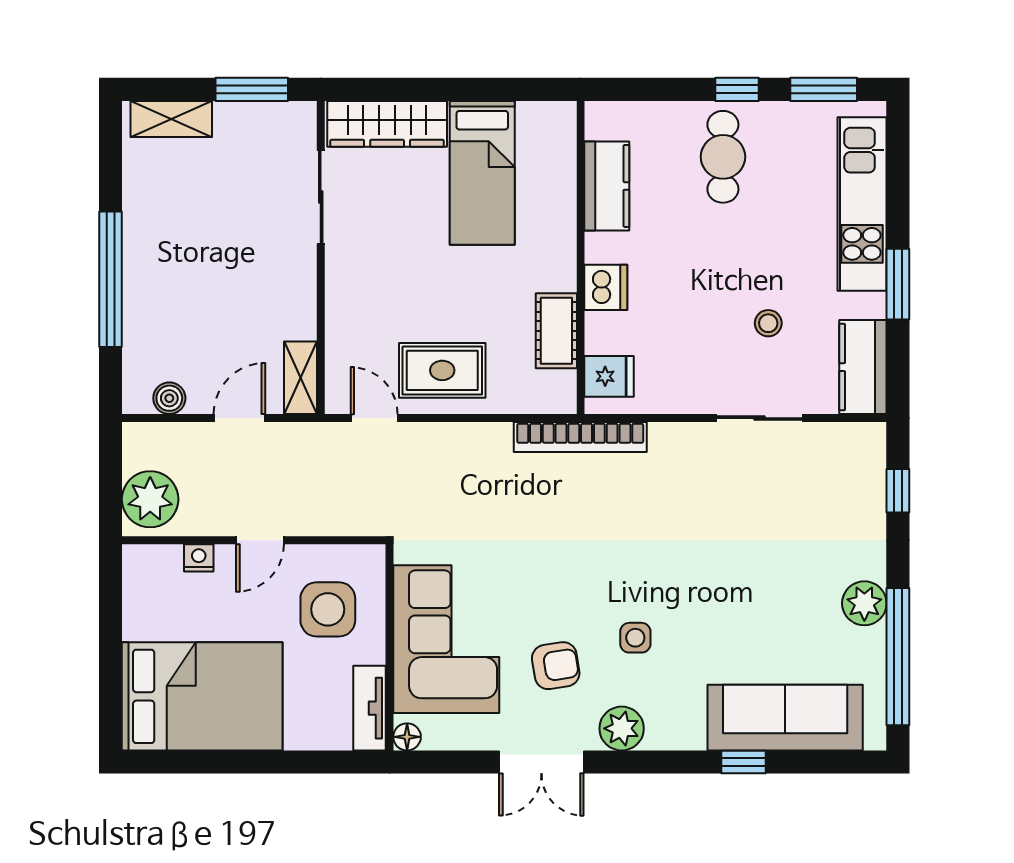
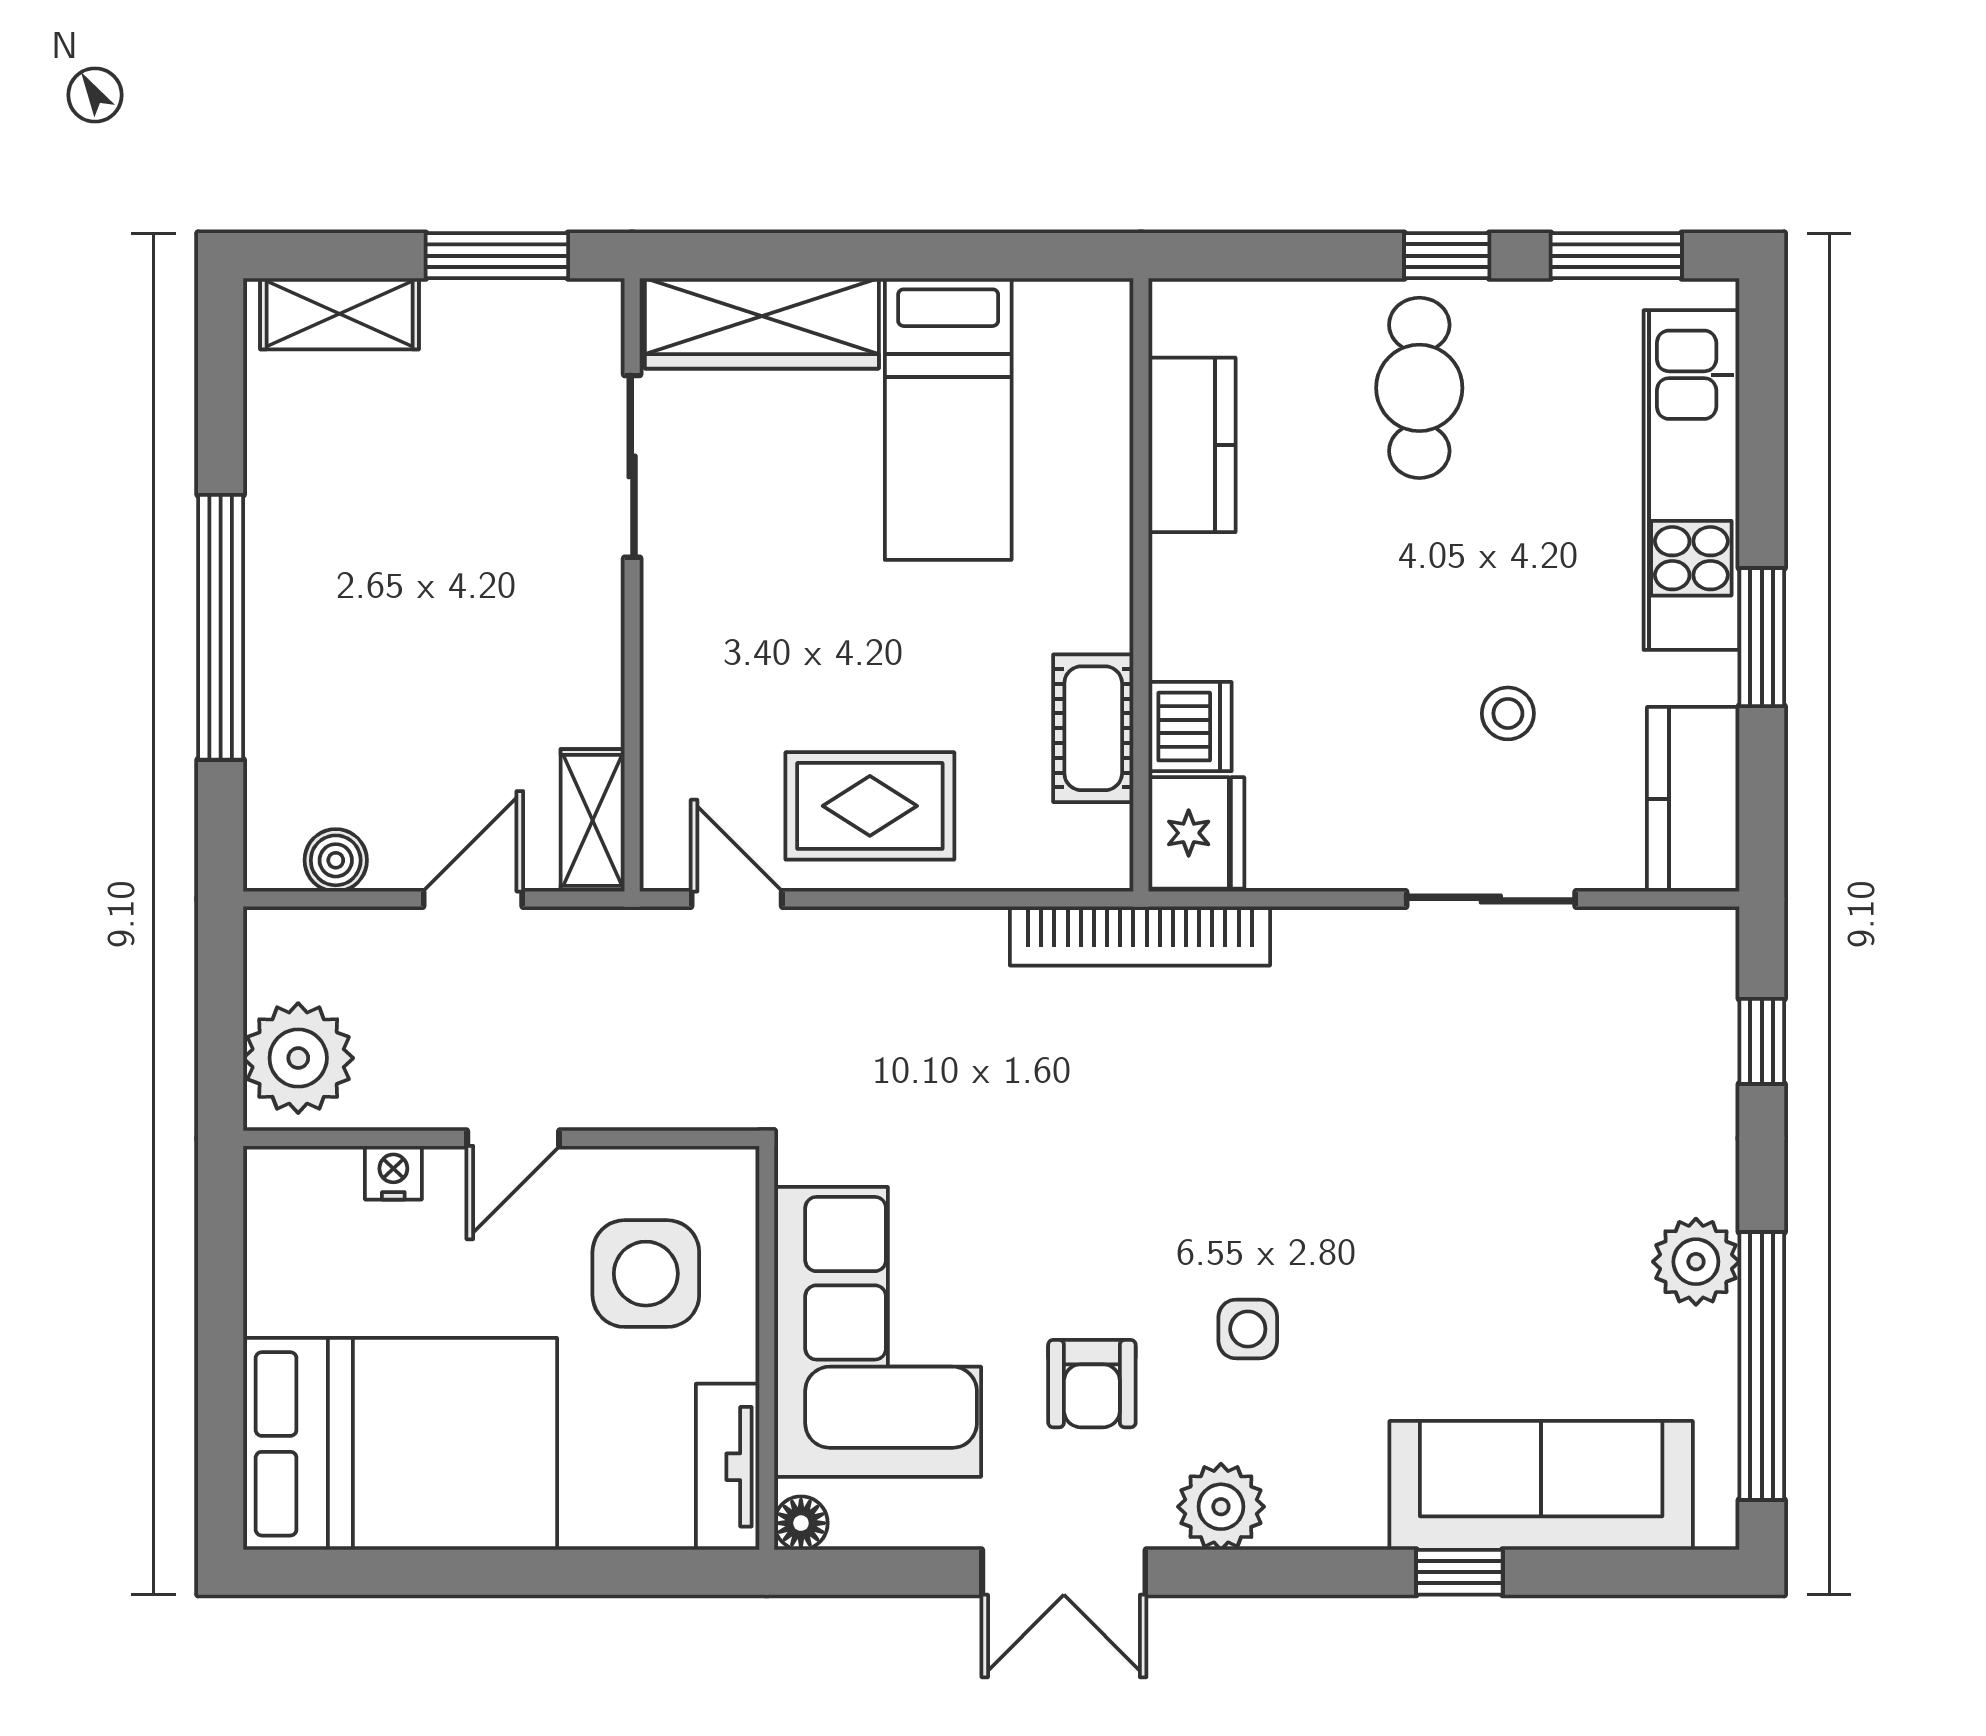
dishwasher: (606, 287) -> (1190, 727), moved
fridge: (609, 376) -> (1196, 833), width x1.38
armchair: (556, 666) -> (1092, 1384), turned 99

